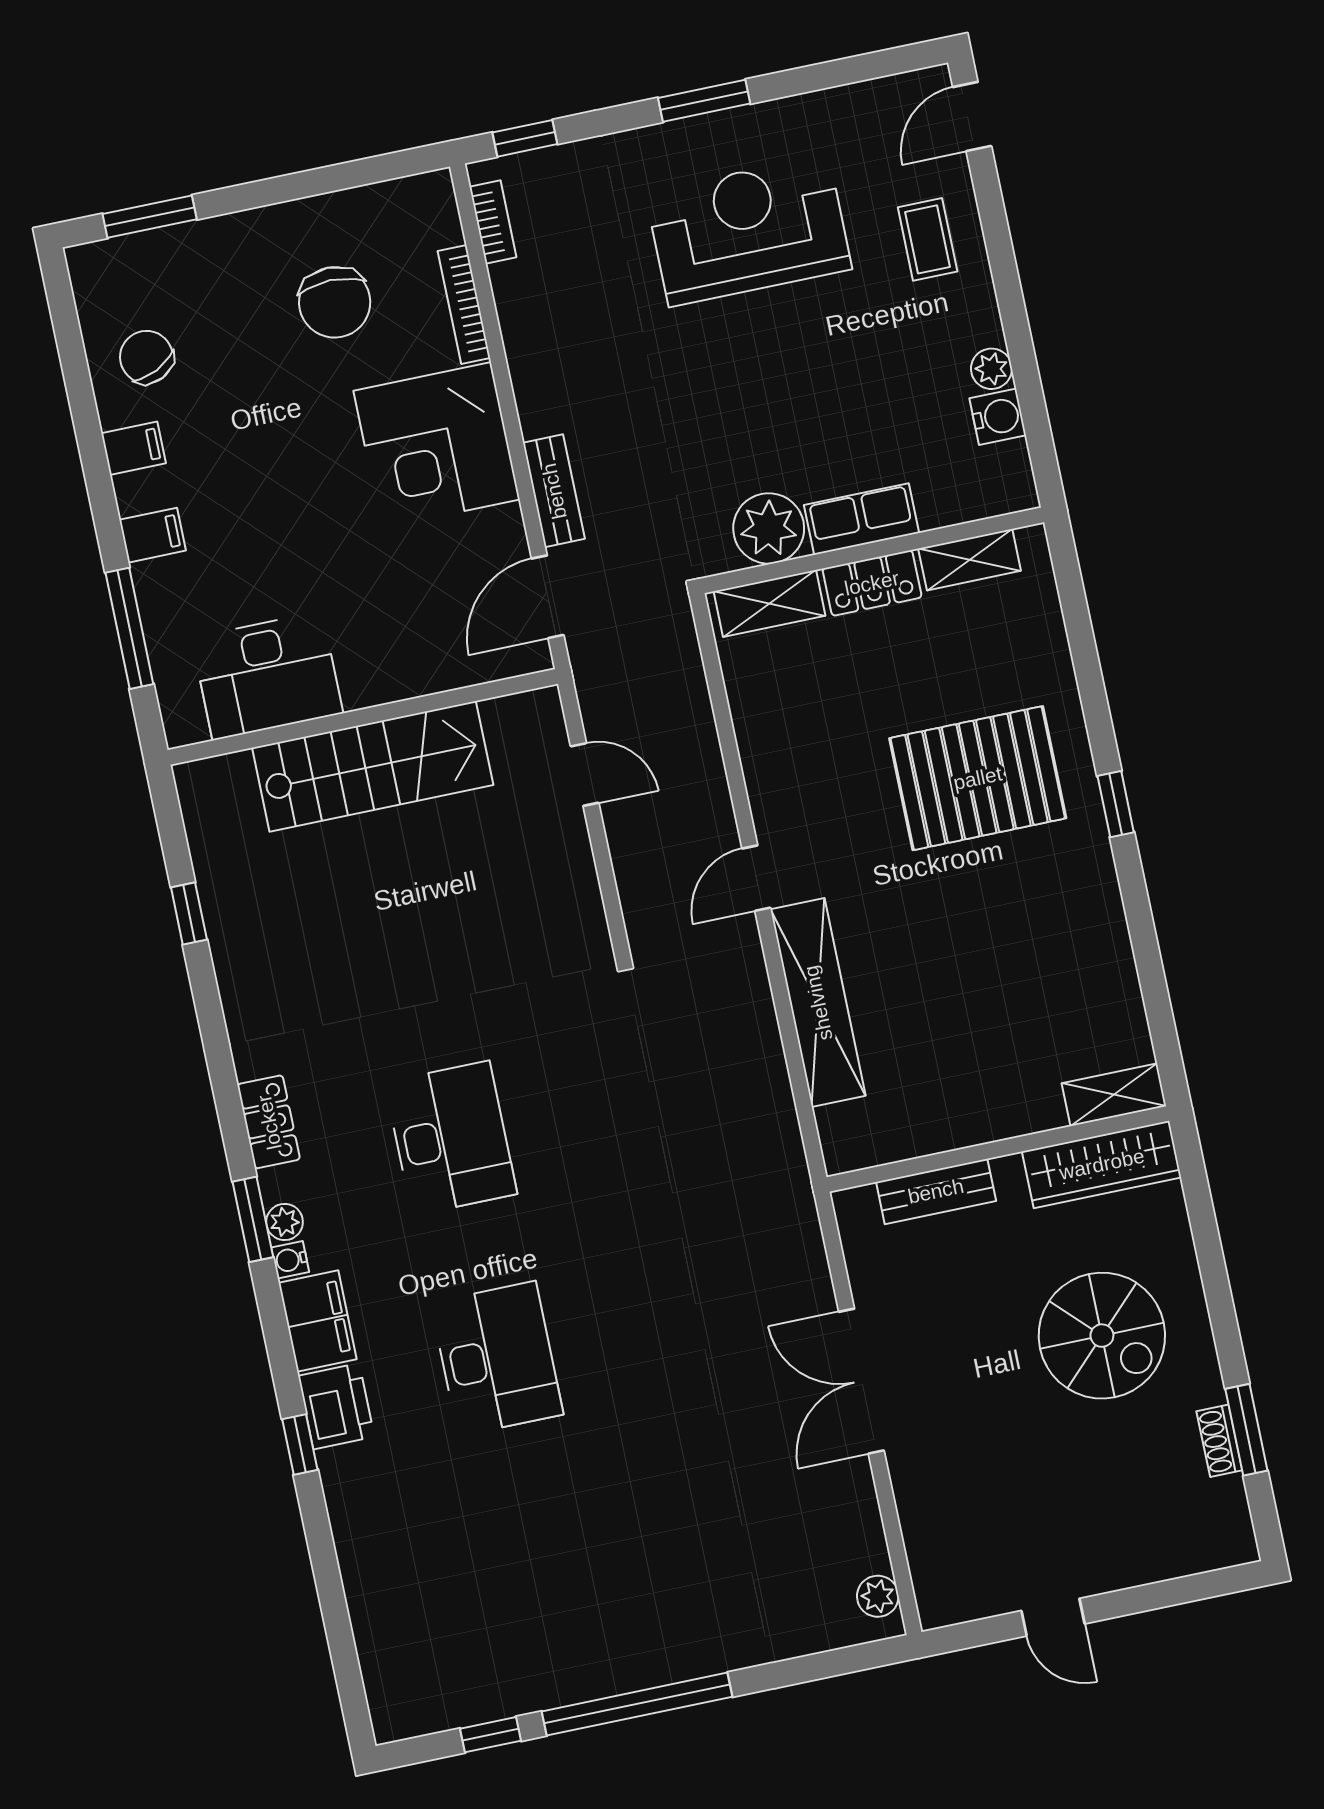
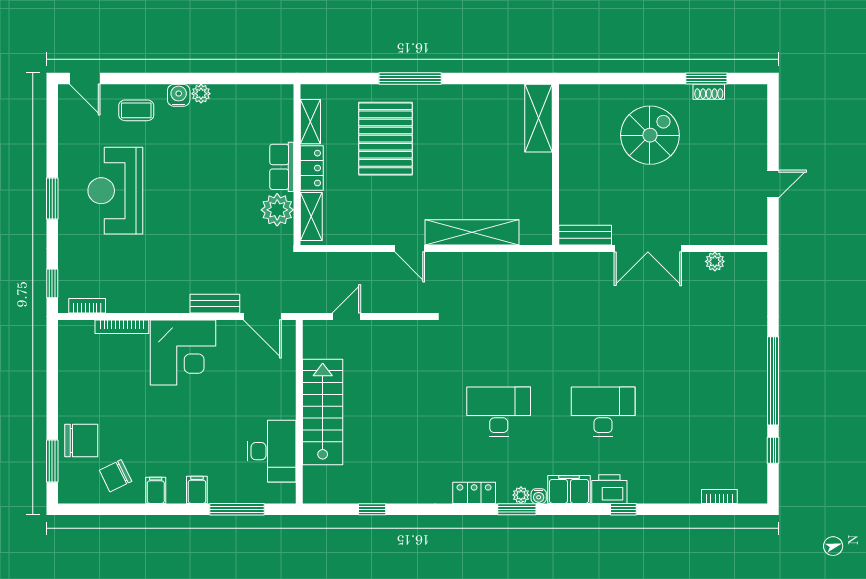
chair: (335, 302) -> (81, 440), moved
water cooler: (998, 417) -> (179, 95), moved
row of seats: (861, 519) -> (282, 167), moved
plant: (769, 528) -> (277, 210), moved
wall: (873, 550) -> (297, 165), moved
shelving: (970, 560) -> (310, 122), moved
locker: (872, 583) -> (312, 168), moved
shelving: (770, 603) -> (311, 217), moved
window: (1116, 804) -> (410, 79), width x2.17
shelving: (1114, 1095) -> (538, 118), width x1.50, depth x1.33
wardrobe: (1102, 1164) -> (572, 119), removed
bench: (936, 1191) -> (585, 235), moved, turned 90
plant: (878, 1596) -> (715, 261), moved
bookcase: (369, 1642) -> (719, 496), added

